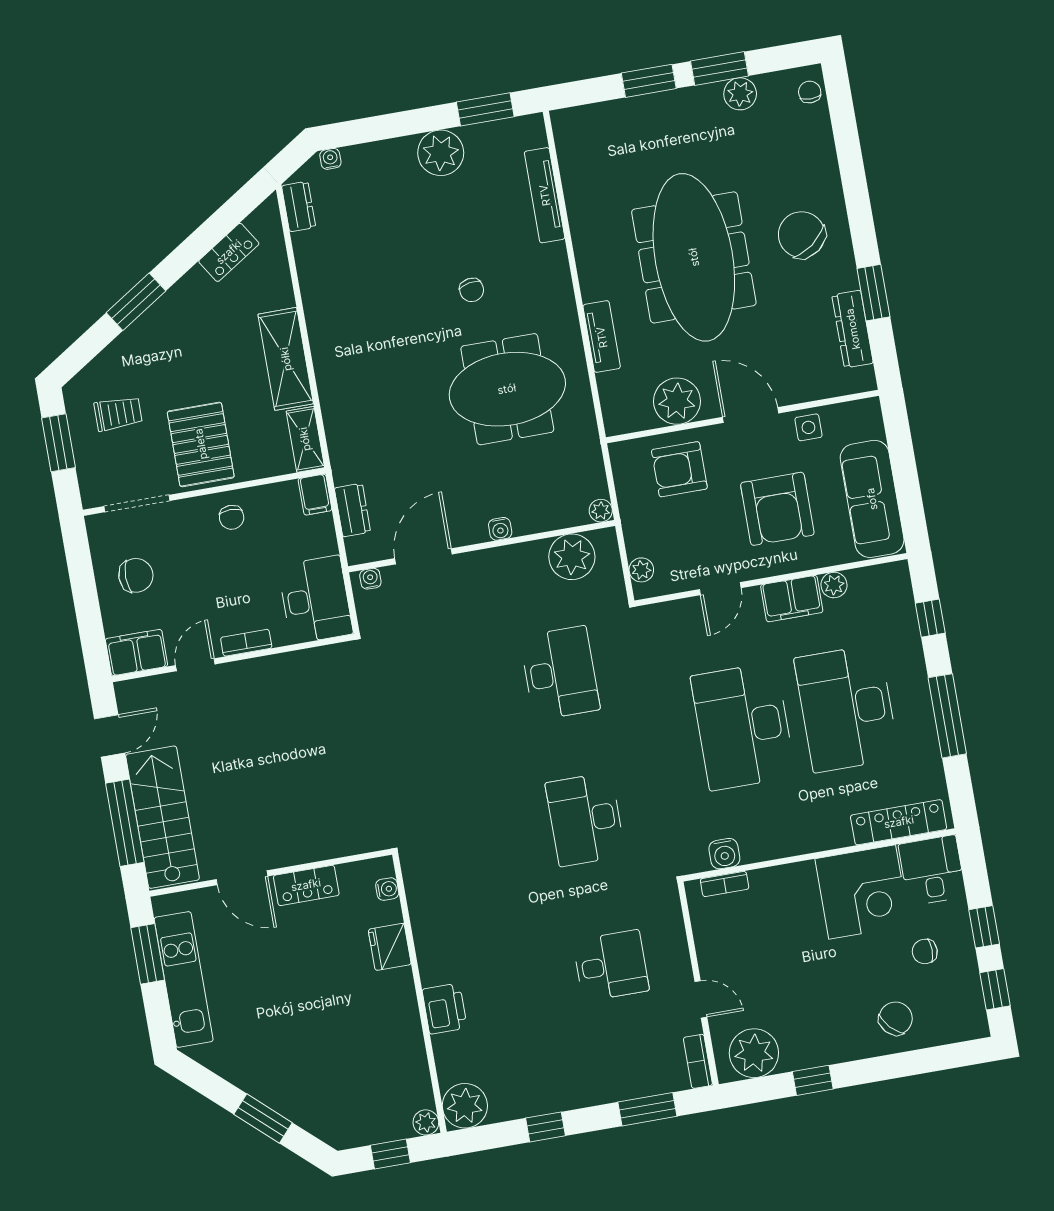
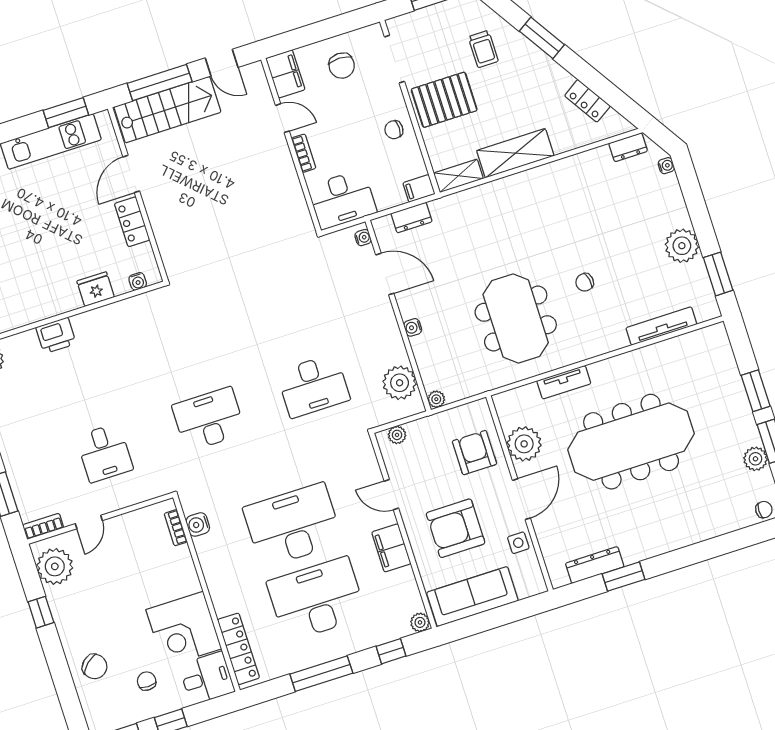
chair: (802, 235) -> (659, 518), removed
trolley: (118, 414) -> (483, 49), moved
plant: (834, 585) -> (420, 622), moved

